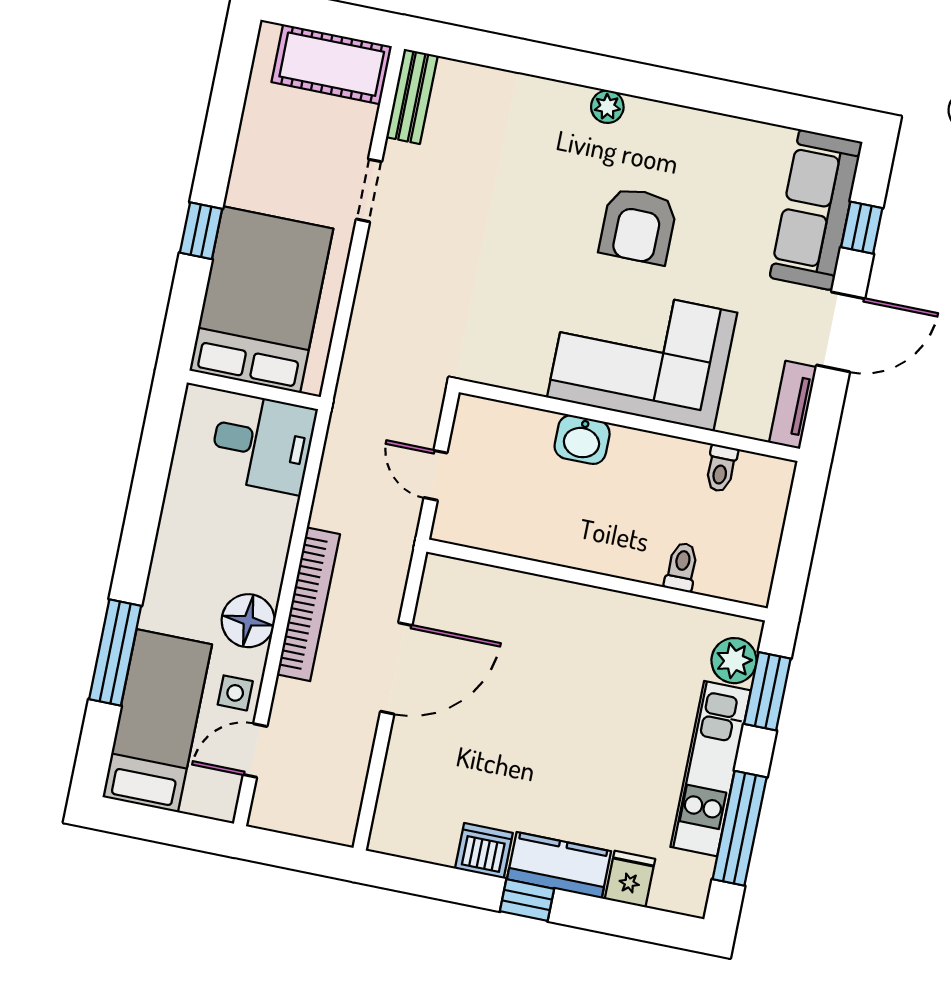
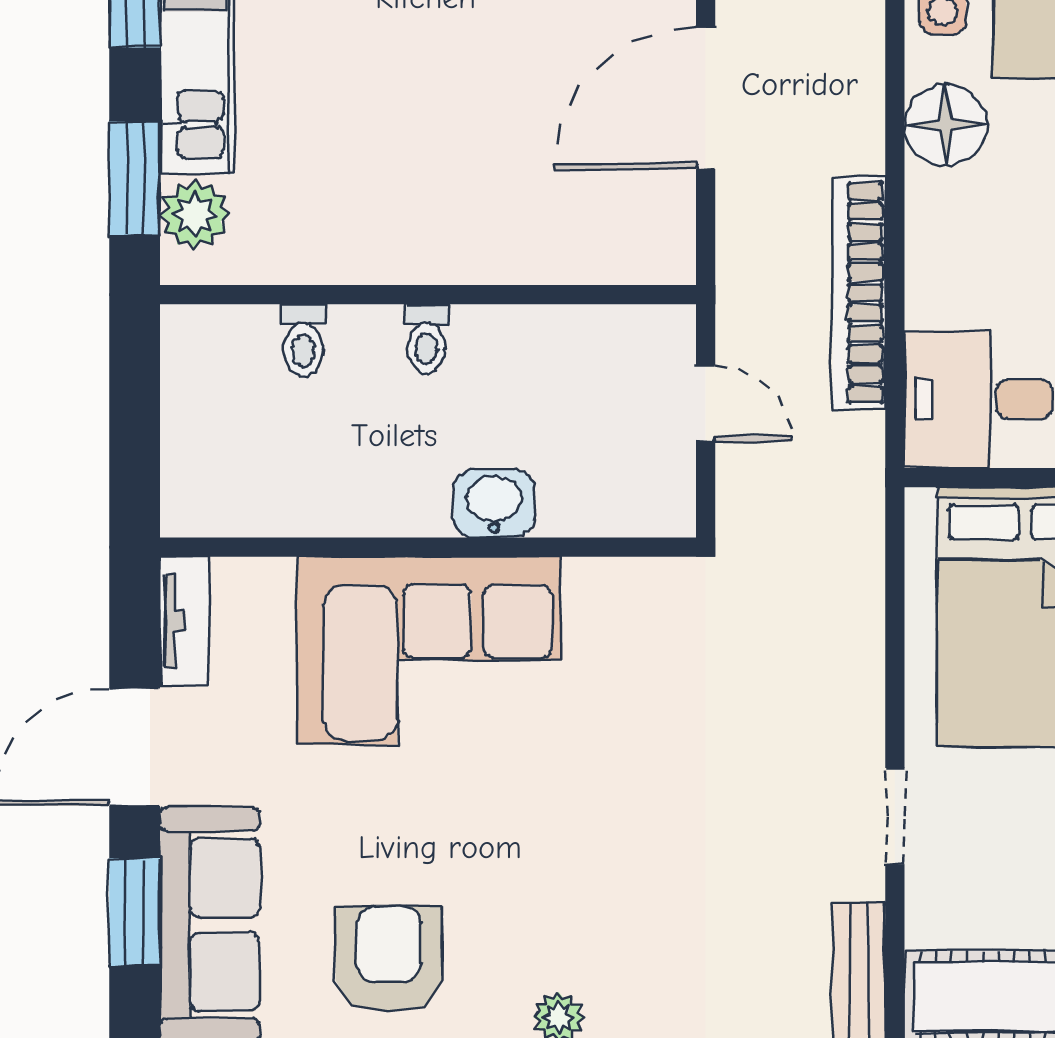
armchair: (638, 226) -> (389, 959), moved
window: (862, 228) -> (135, 912), width x1.50
toilet: (721, 468) -> (426, 339), moved, turned 180
bookcase: (308, 604) -> (859, 293), moved

